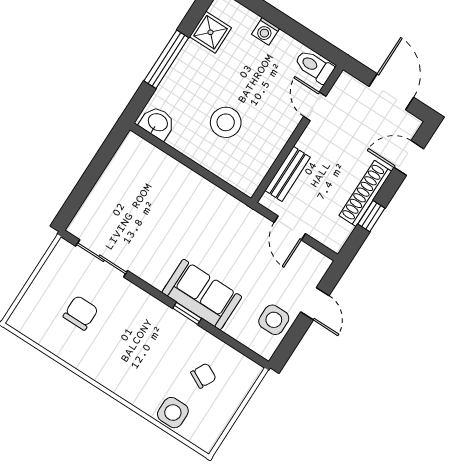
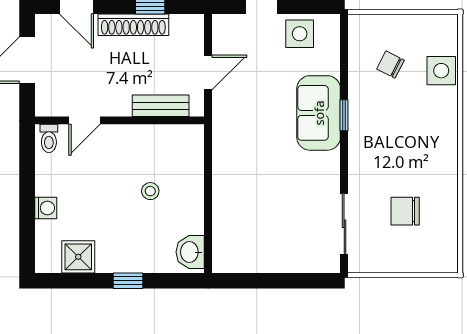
window: (166, 59) -> (128, 281), width x0.46
toilet: (314, 66) -> (49, 138), width x0.73, depth x0.72
stool: (226, 122) -> (150, 191), width x0.53, depth x0.53

